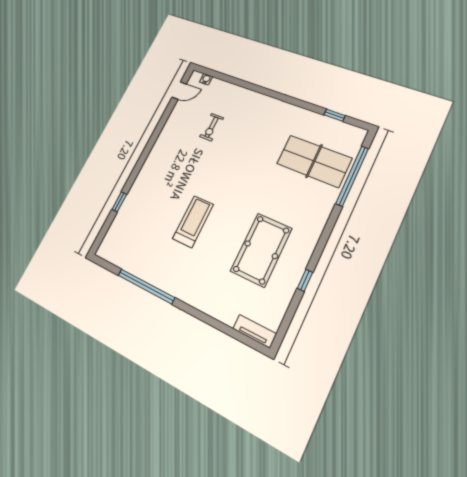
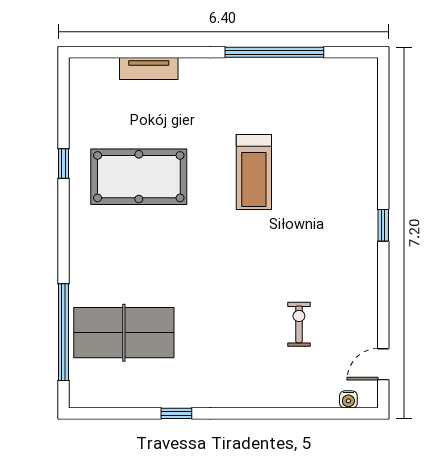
window: (334, 115) -> (176, 413), moved
window: (119, 202) -> (383, 225), moved
pool table: (261, 250) -> (139, 177), turned 90
tv unit: (255, 331) -> (149, 69), moved

